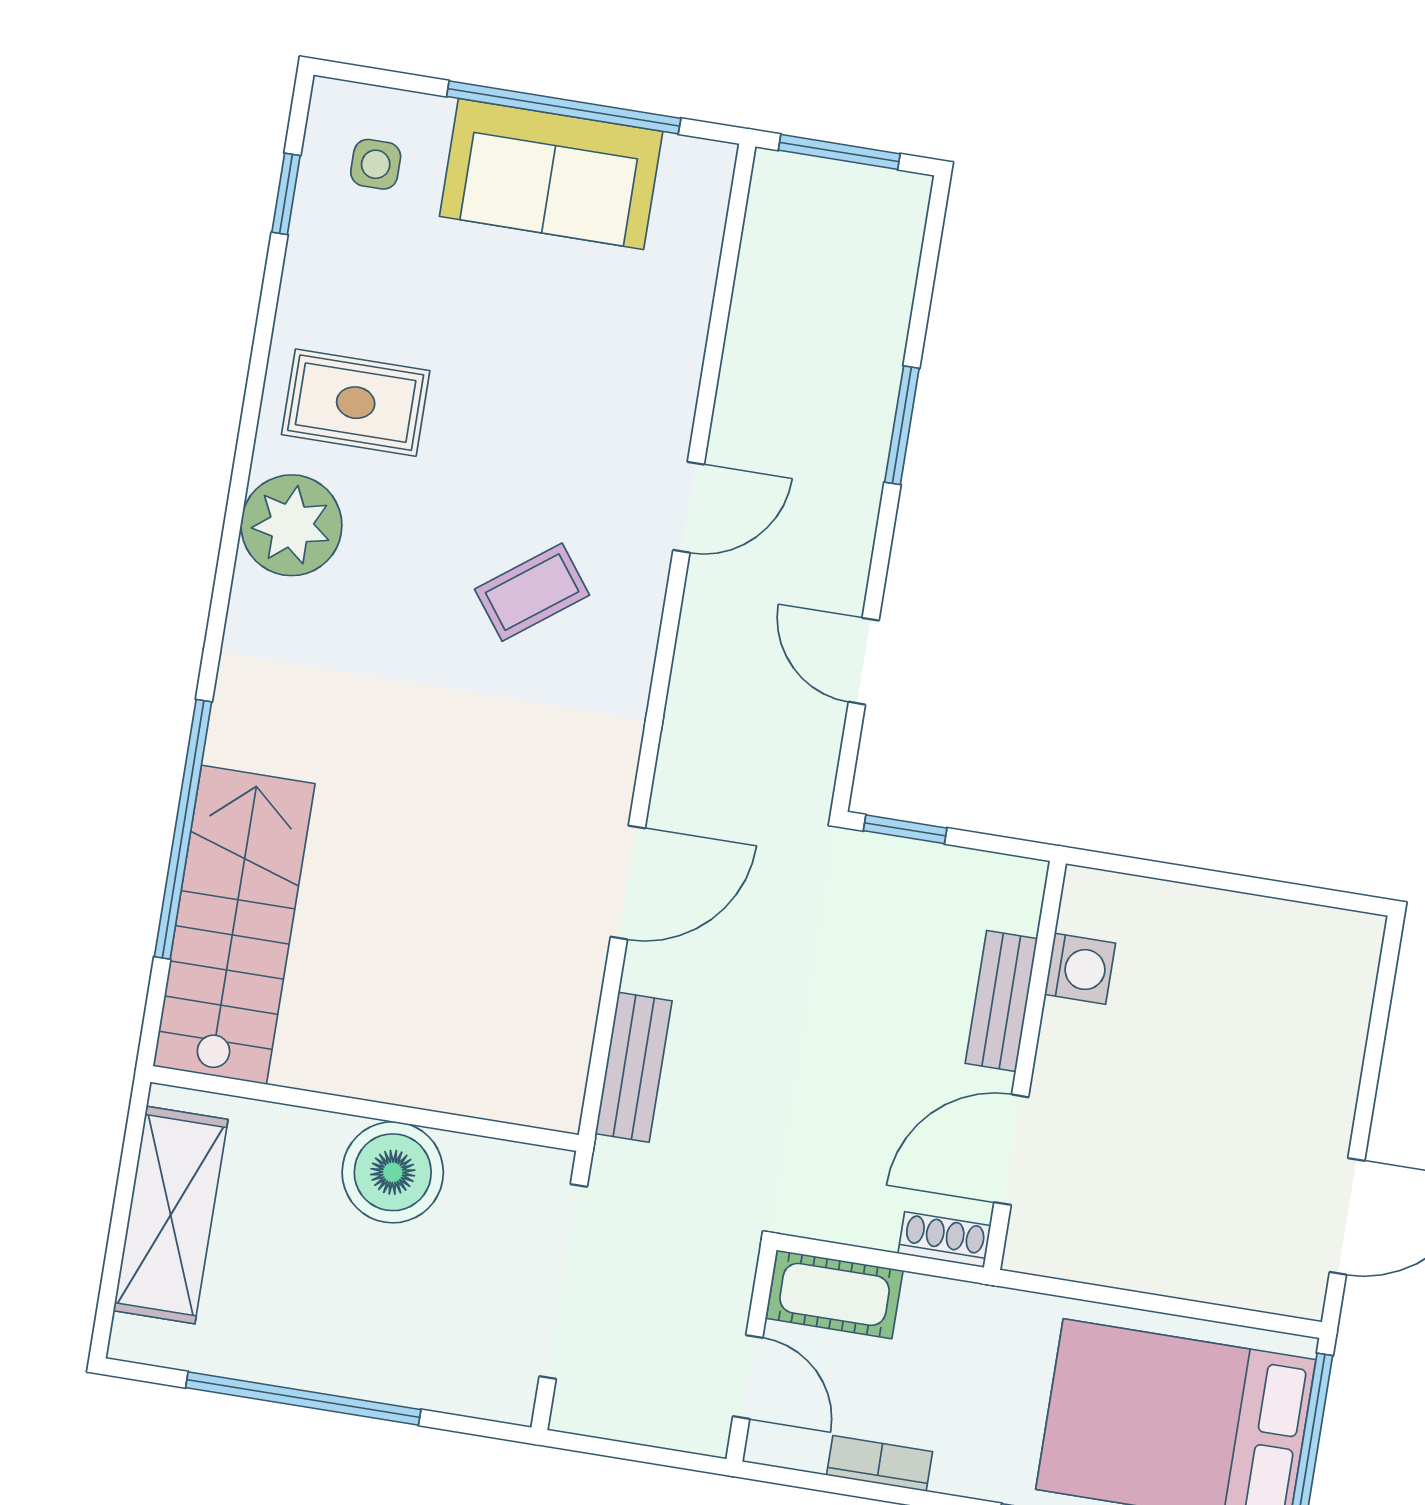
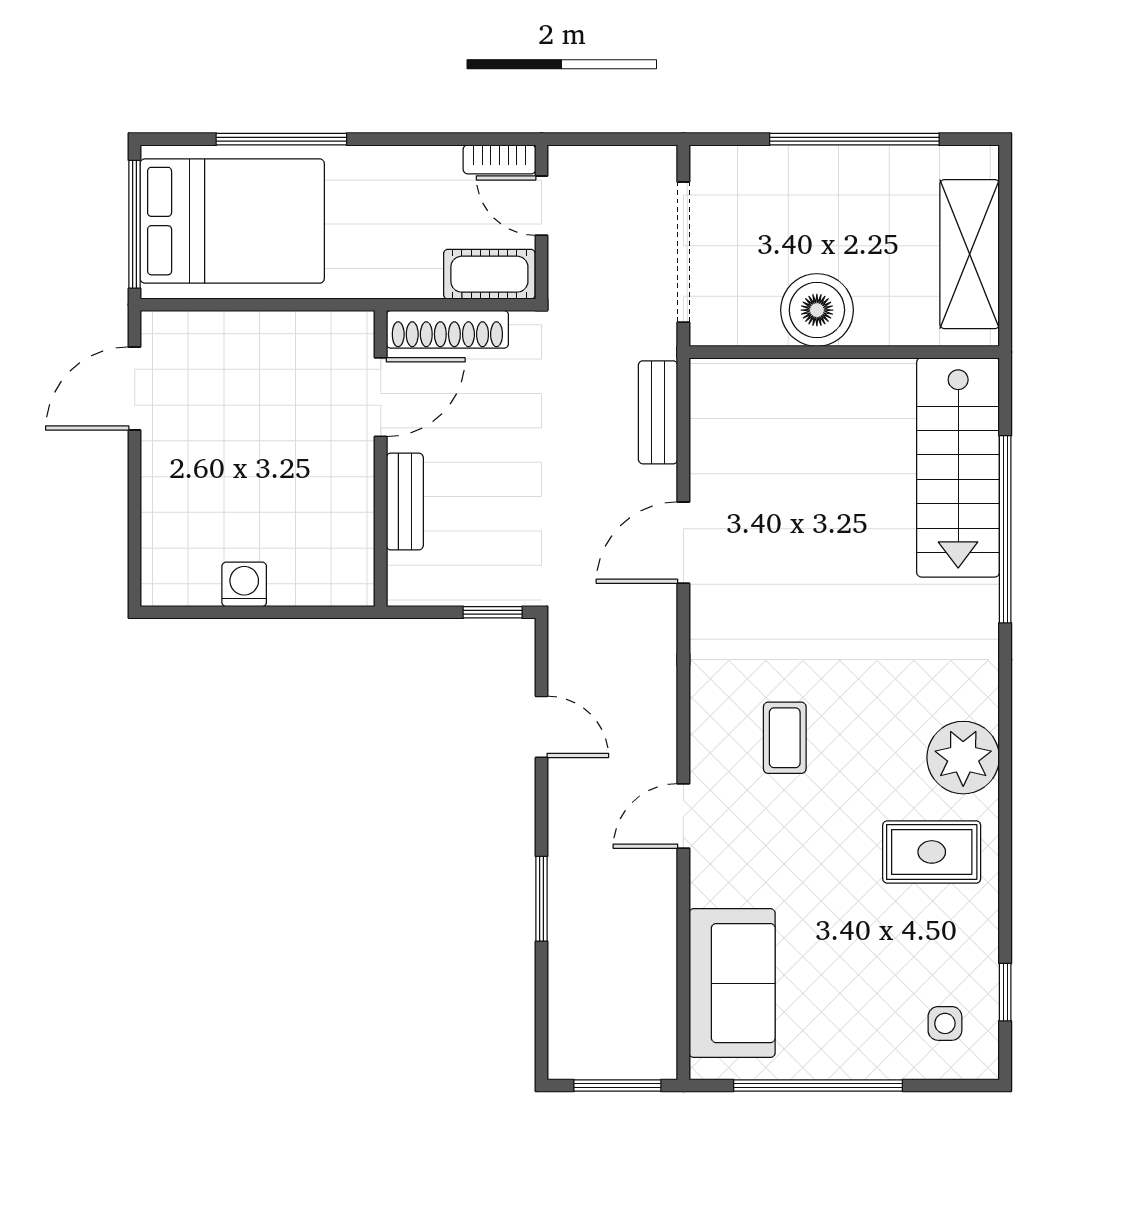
sofa: (551, 174) -> (732, 983), moved, turned 90
coffee table: (532, 592) -> (785, 738), turned -53
washing machine: (1080, 969) -> (244, 584), moved, turned 90
shoe rack: (944, 1240) -> (447, 329), width x1.94, depth x1.24
bookcase: (879, 1463) -> (499, 159), moved

